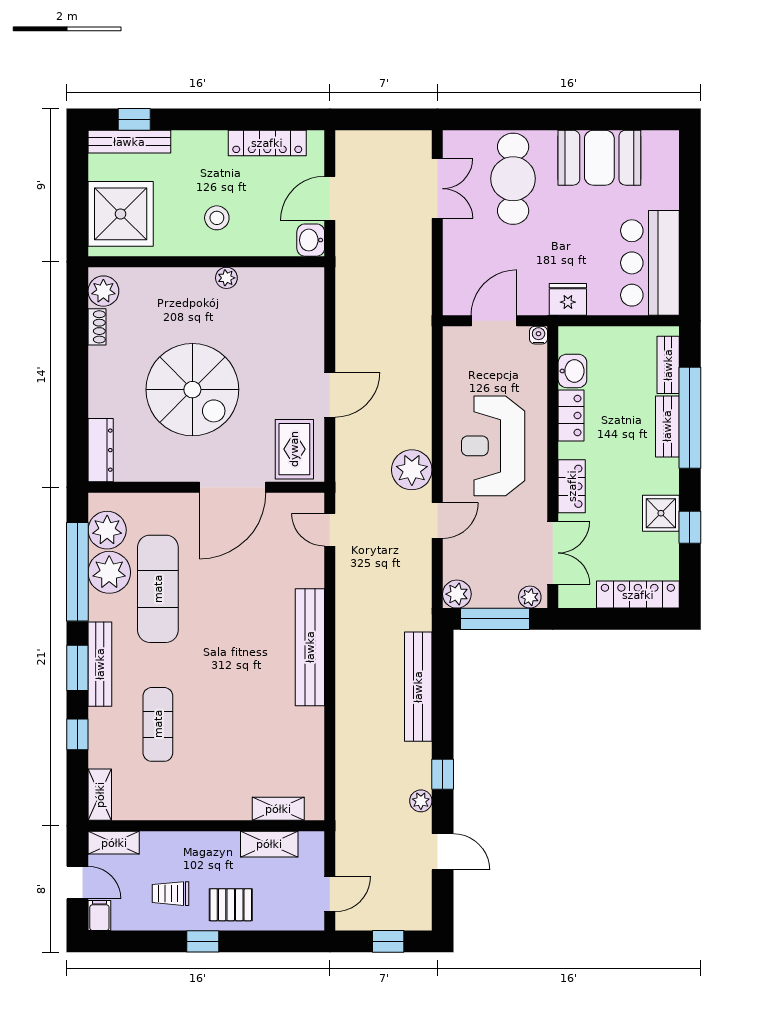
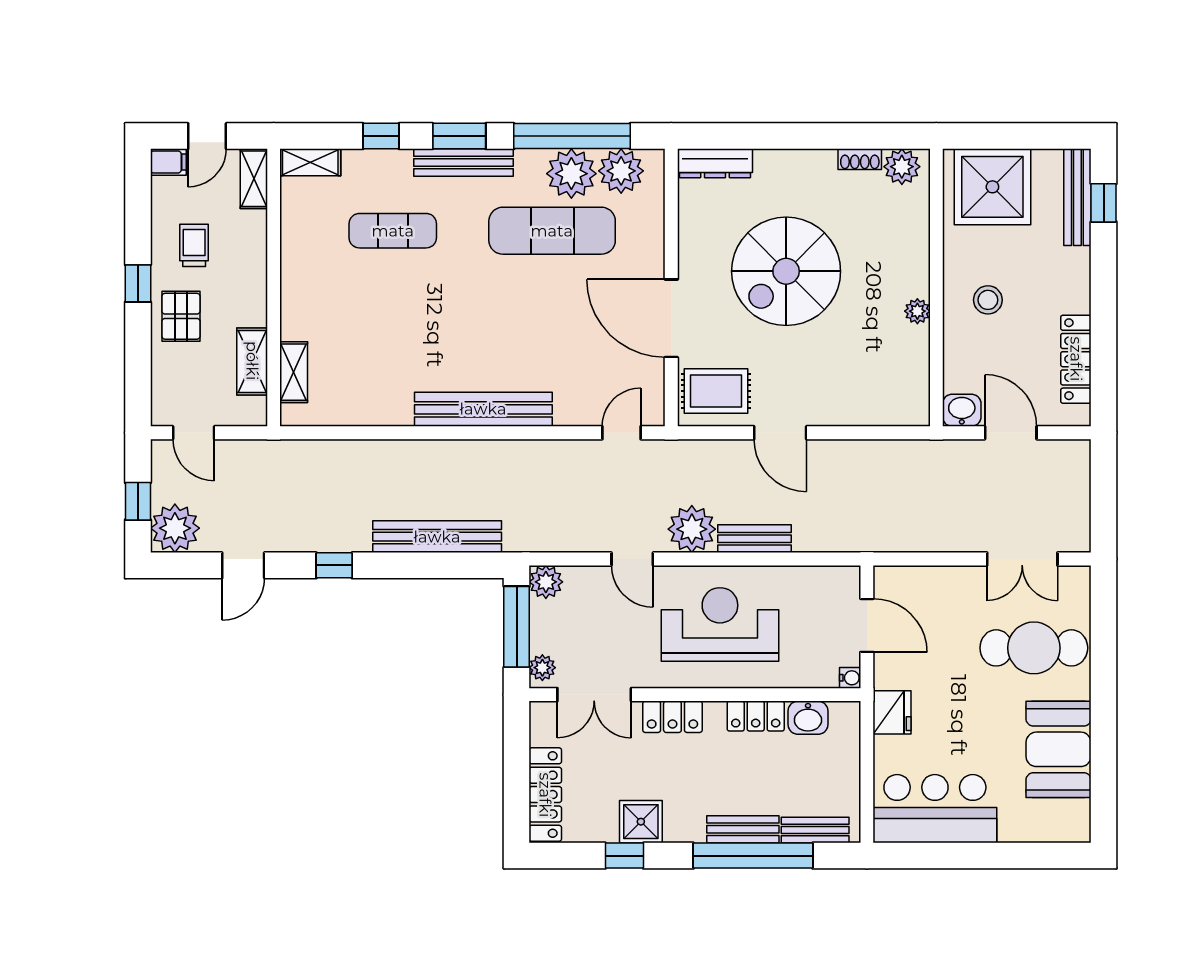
bench: (420, 416) -> (755, 539), added
plant: (421, 801) -> (175, 528), moved, width x1.87, depth x1.87

